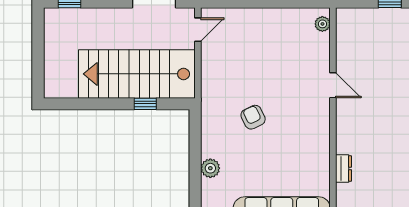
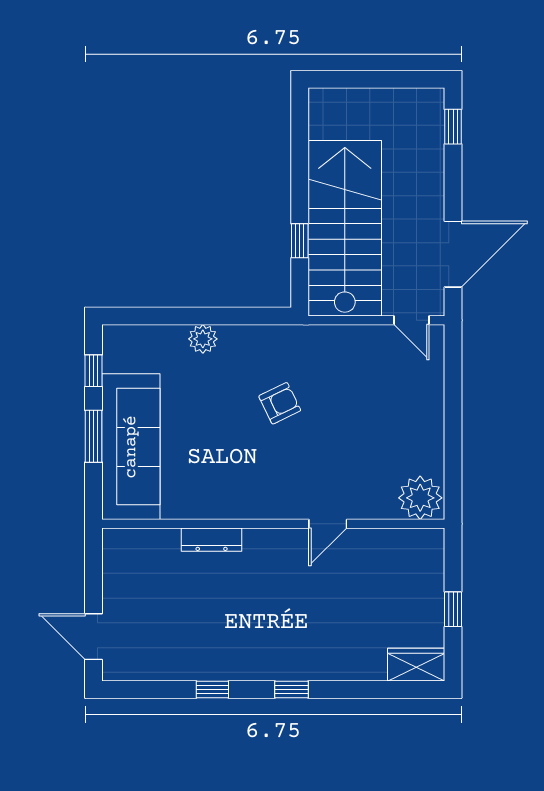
plant: (322, 24) -> (420, 498), width x1.88, depth x1.88
dresser: (344, 168) -> (212, 540), width x1.44

